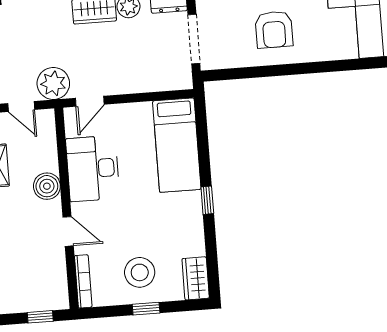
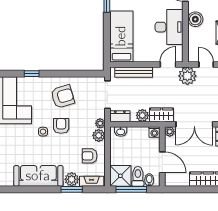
armchair: (274, 30) -> (63, 96), turned 74
window: (333, 66) -> (32, 74), added
bench: (150, 83) -> (134, 72), added

